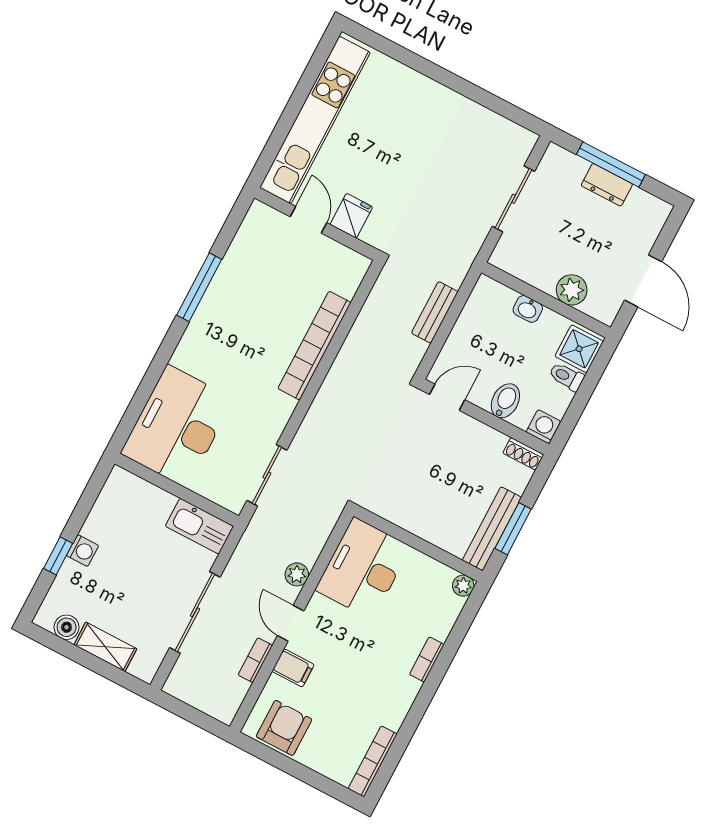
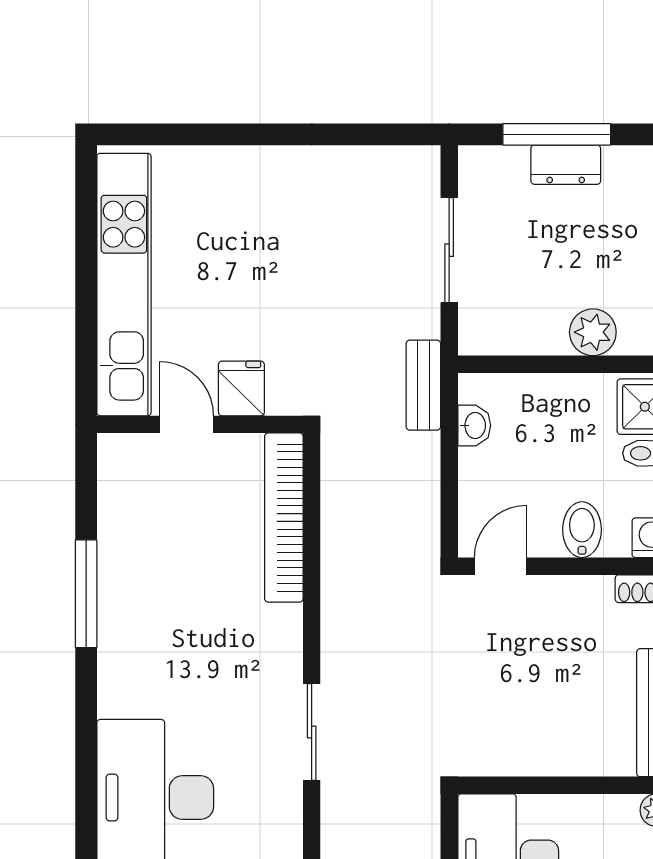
washbasin: (528, 309) -> (474, 425), moved, turned -90
bench: (435, 312) -> (423, 385), moved
bookcase: (314, 346) -> (284, 518), moved
sliding door: (267, 475) -> (312, 732), moved

